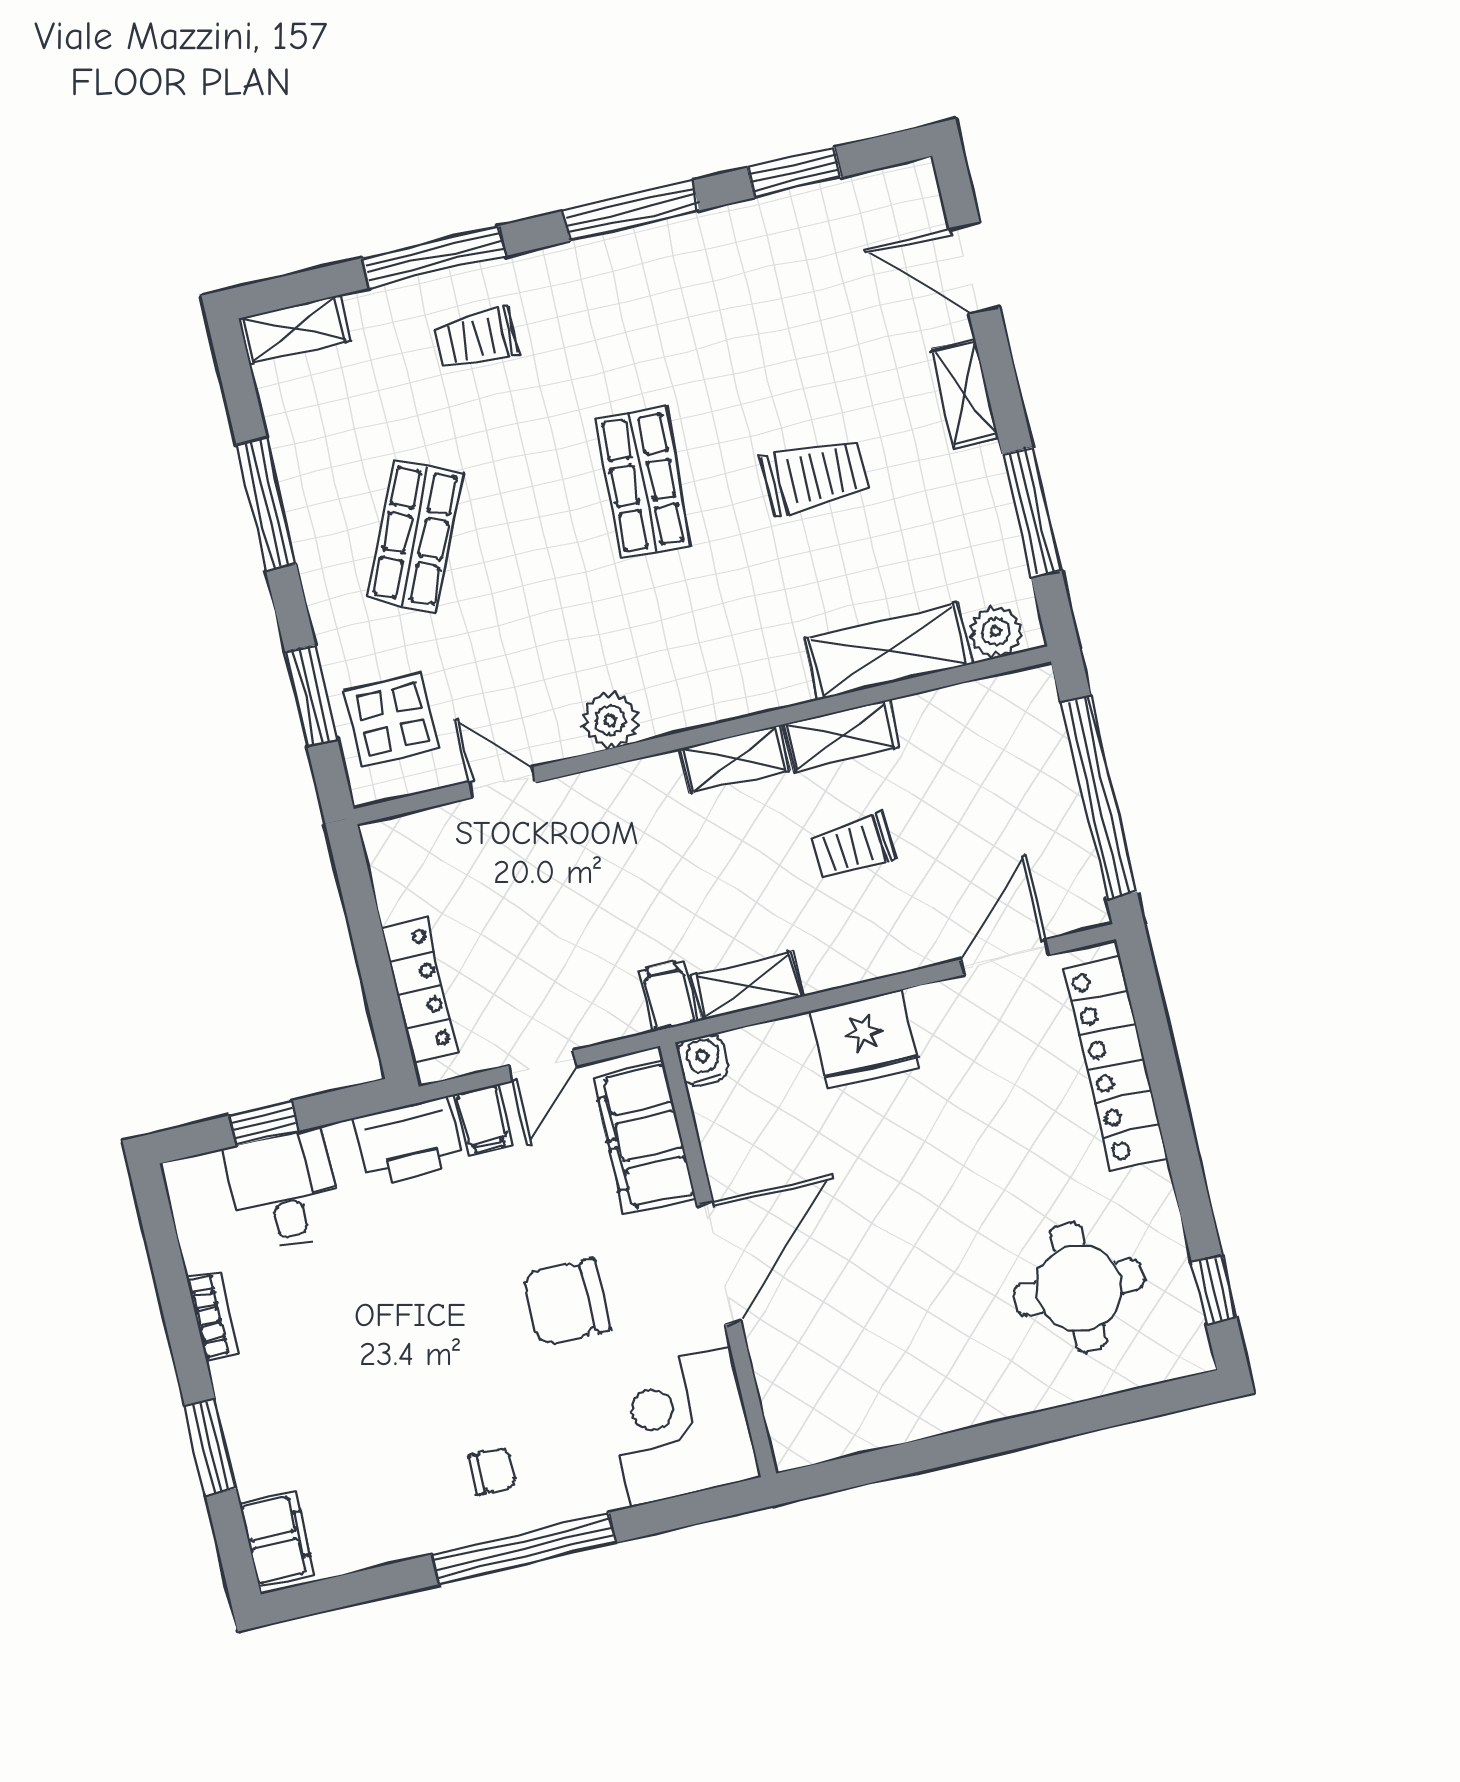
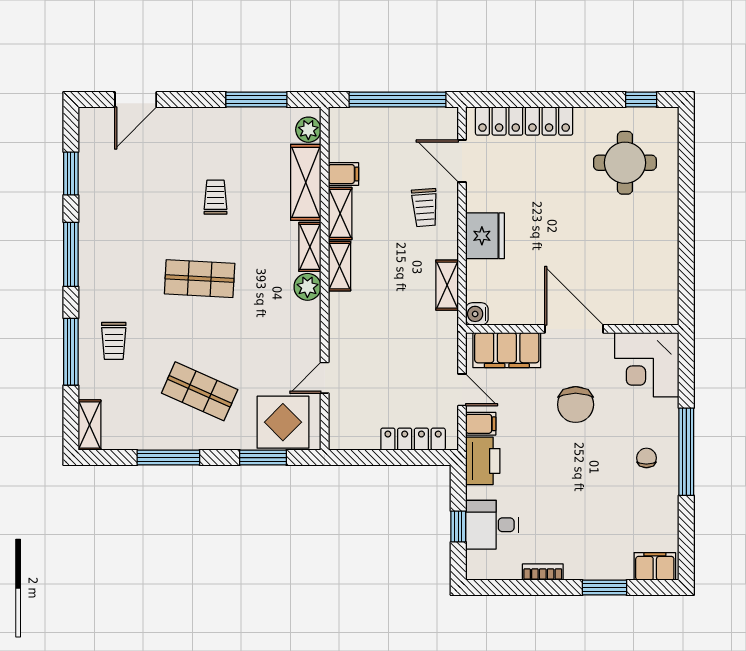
shelving: (965, 394) -> (310, 247), moved, turned 90
trolley: (815, 476) -> (215, 197), width x0.73, depth x0.72
display table: (392, 719) -> (283, 422), width x1.36, depth x1.36
plant: (610, 720) -> (307, 287), moved
trolley: (853, 847) -> (425, 208), moved
filing cabinet: (668, 996) -> (343, 174), moved, turned 180

